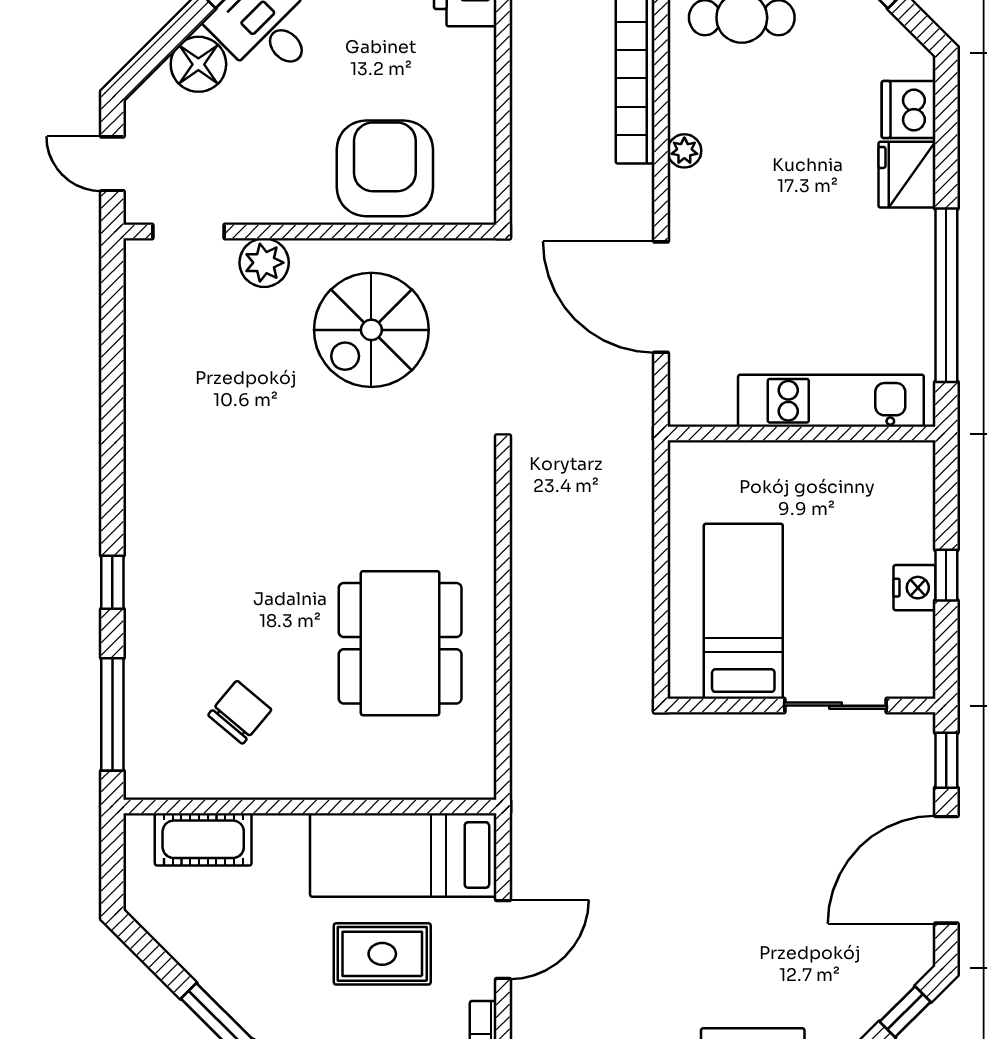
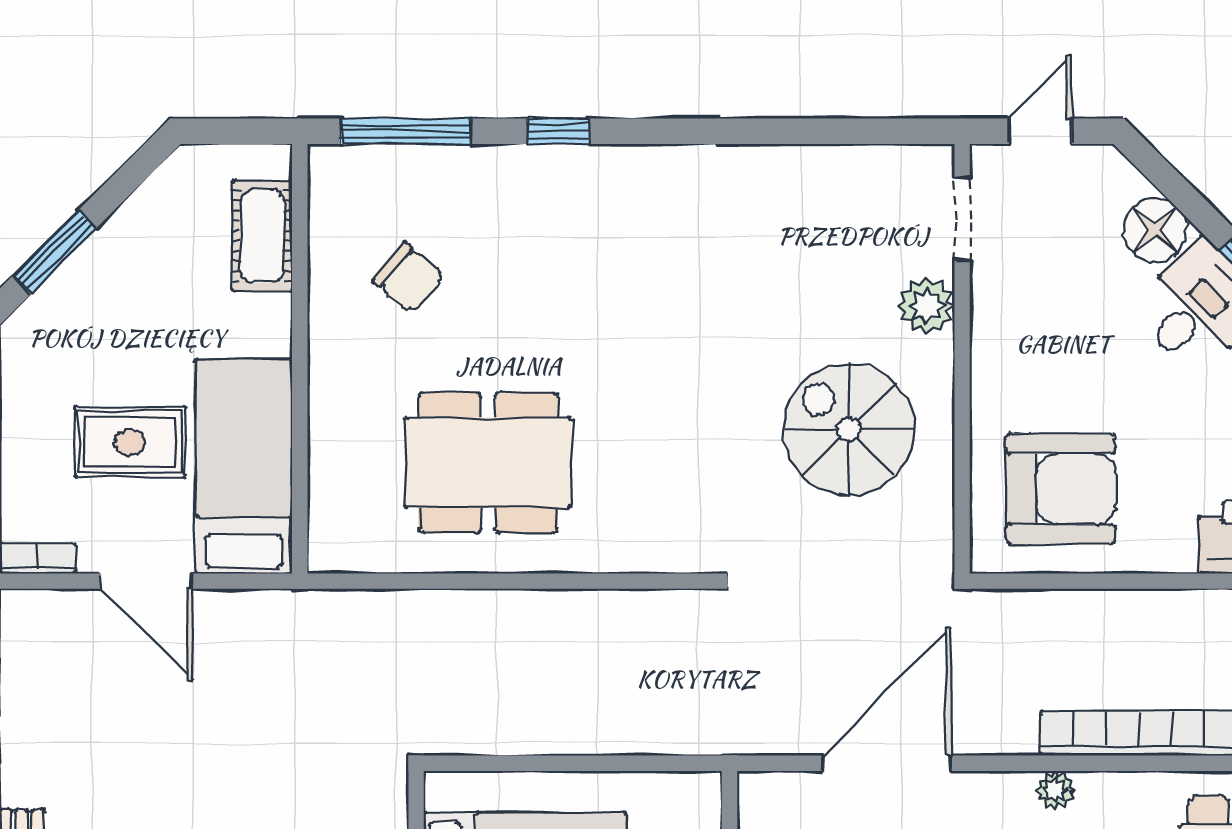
armchair: (385, 168) -> (1061, 489), moved
rug: (382, 954) -> (130, 442), turned 90

